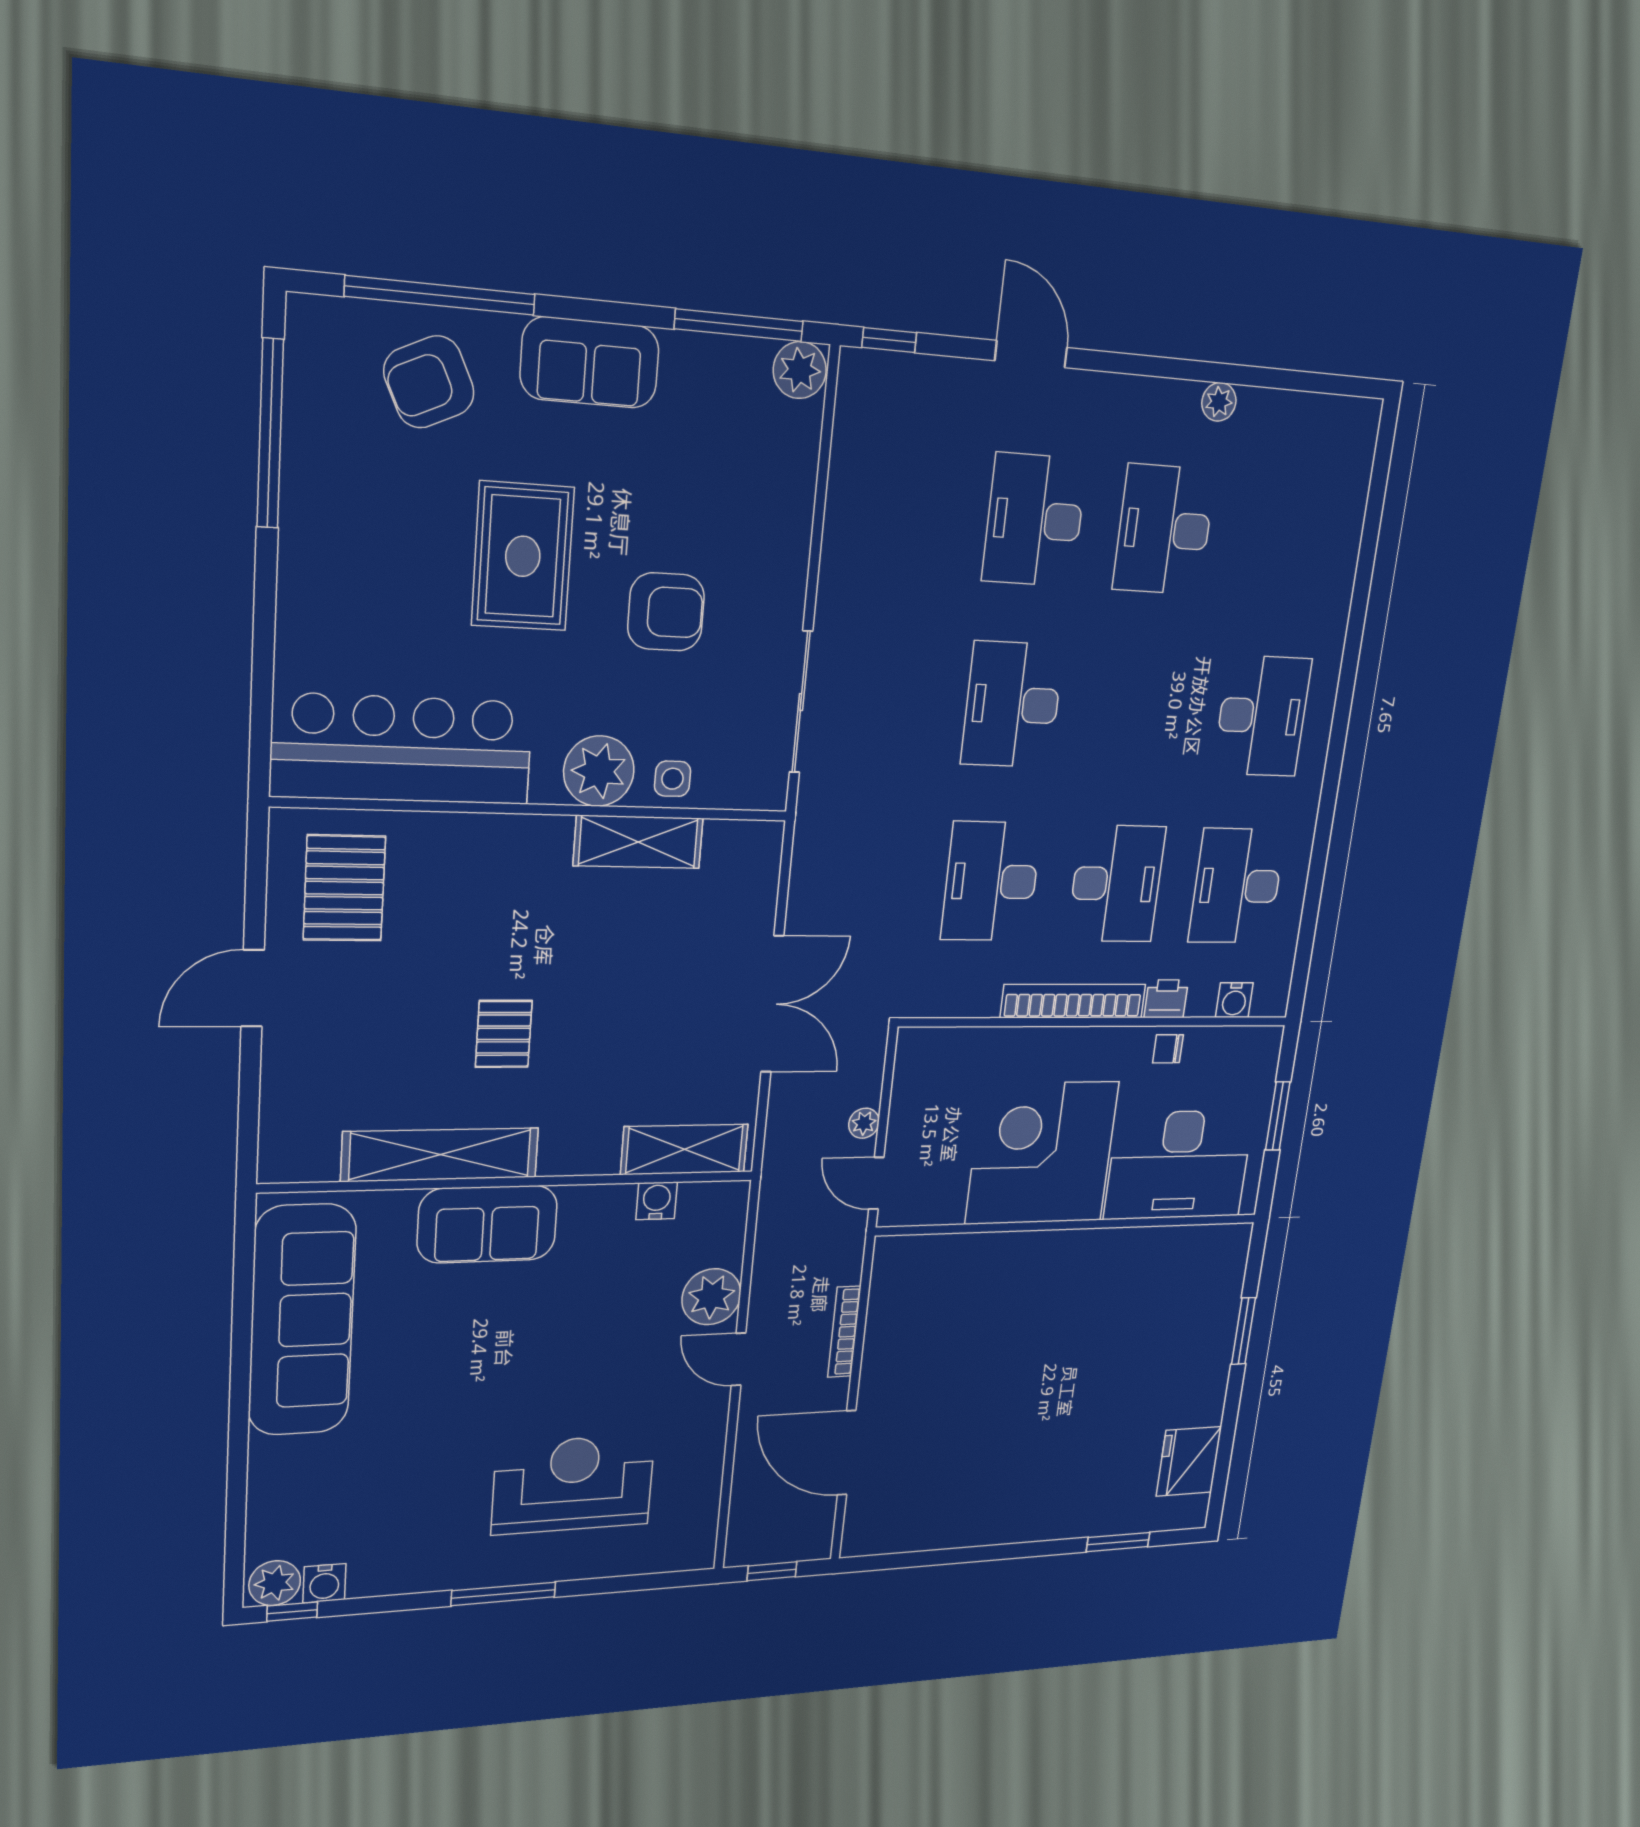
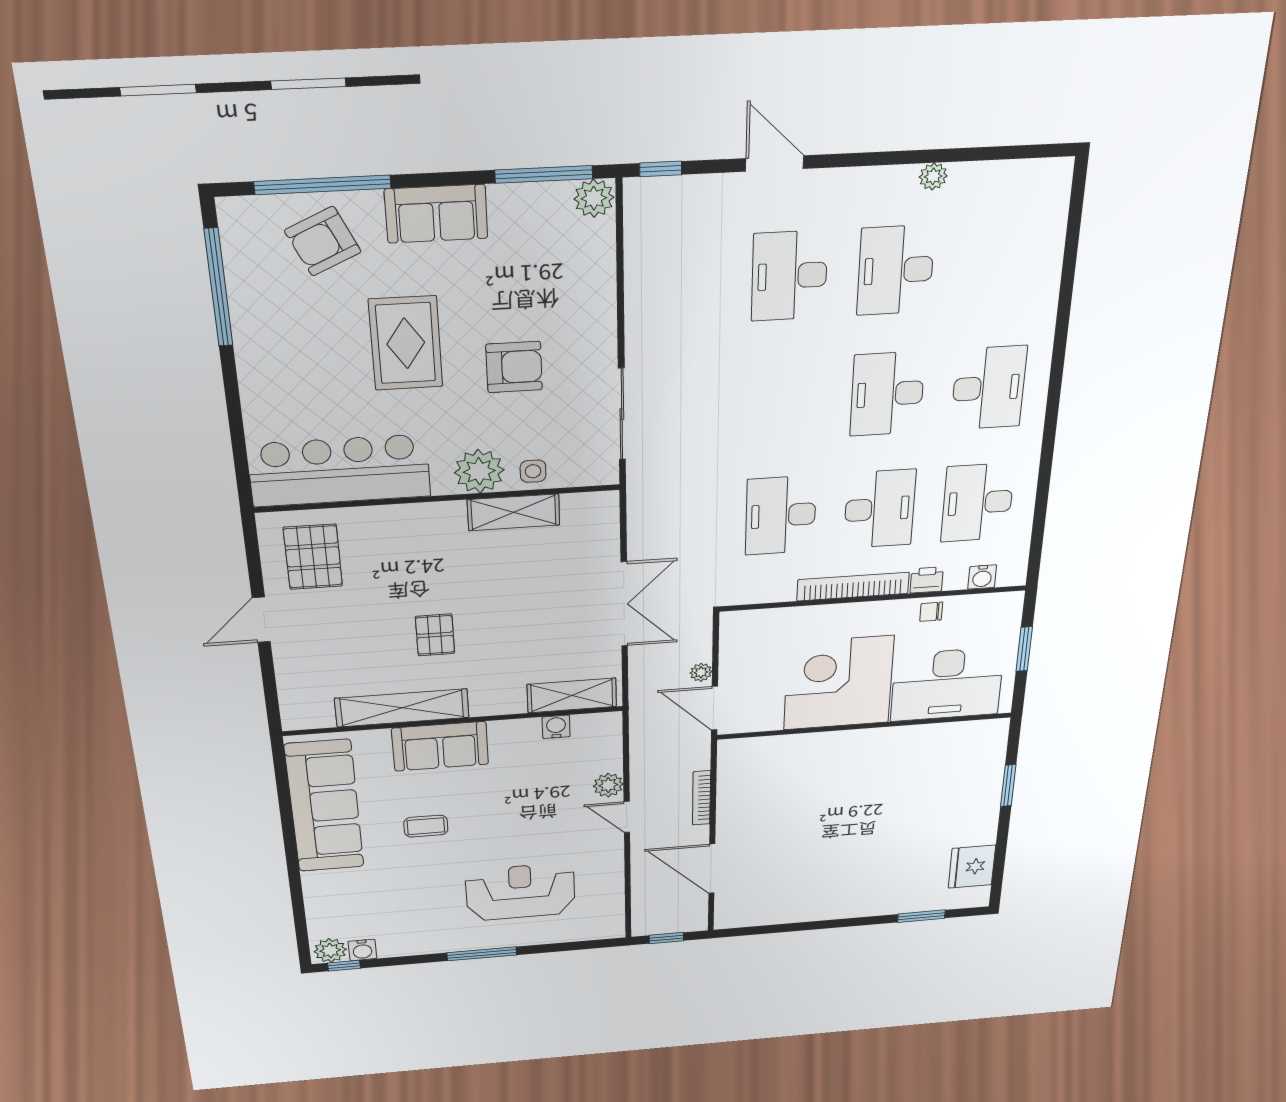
desk: (1012, 705) -> (887, 394), moved
door: (876, 1183) -> (715, 708), width x1.38
plant: (711, 1297) -> (608, 785), width x0.73, depth x0.73
coffee table: (449, 1363) -> (426, 826), added

